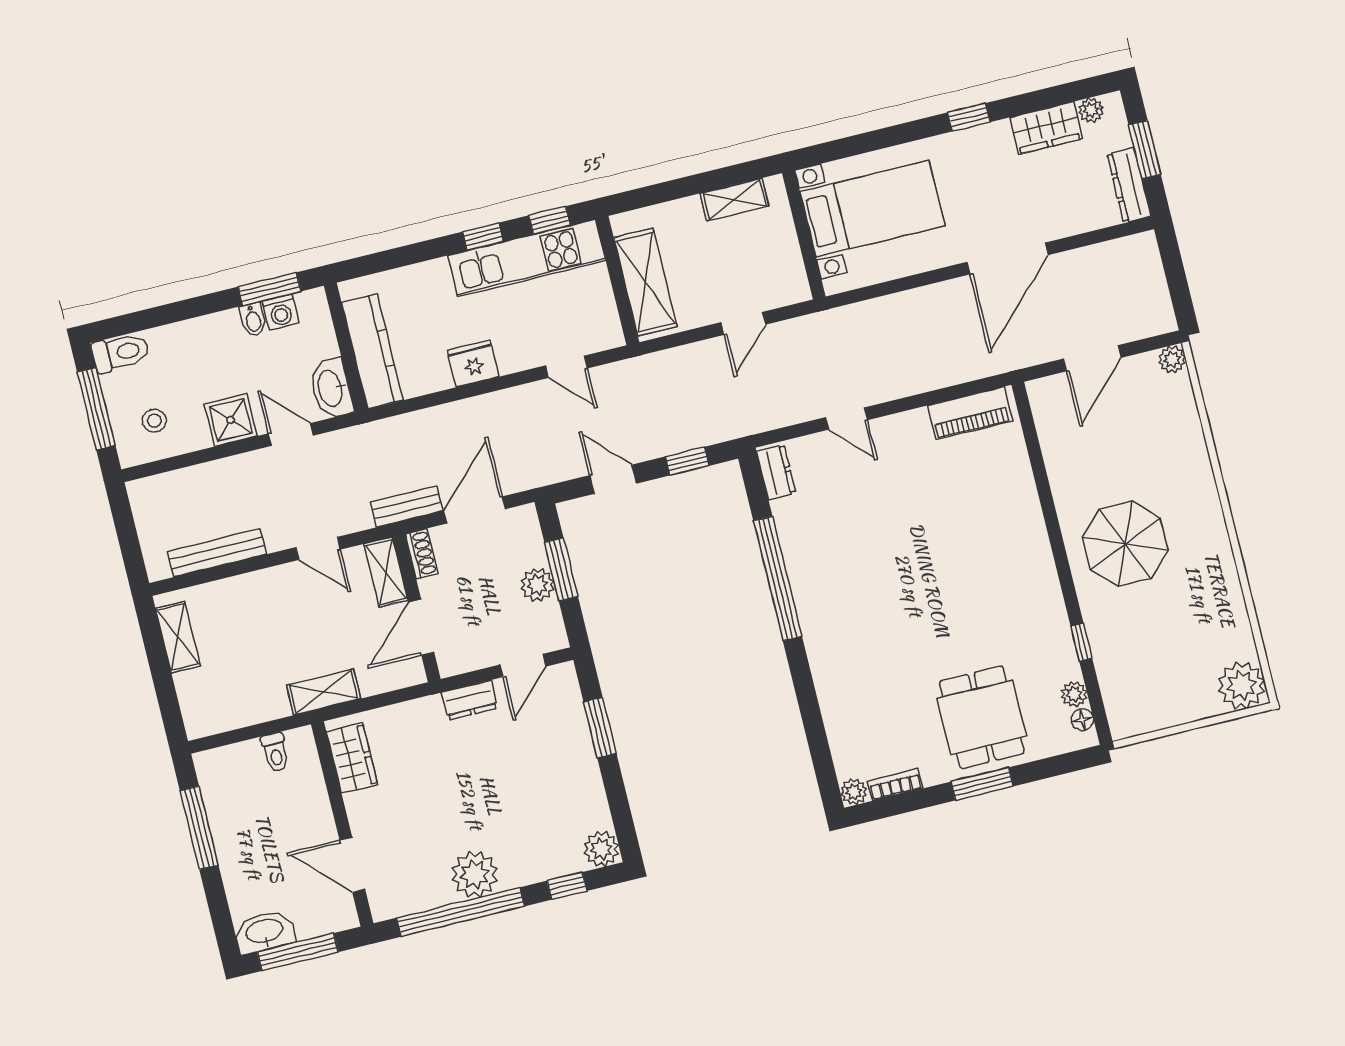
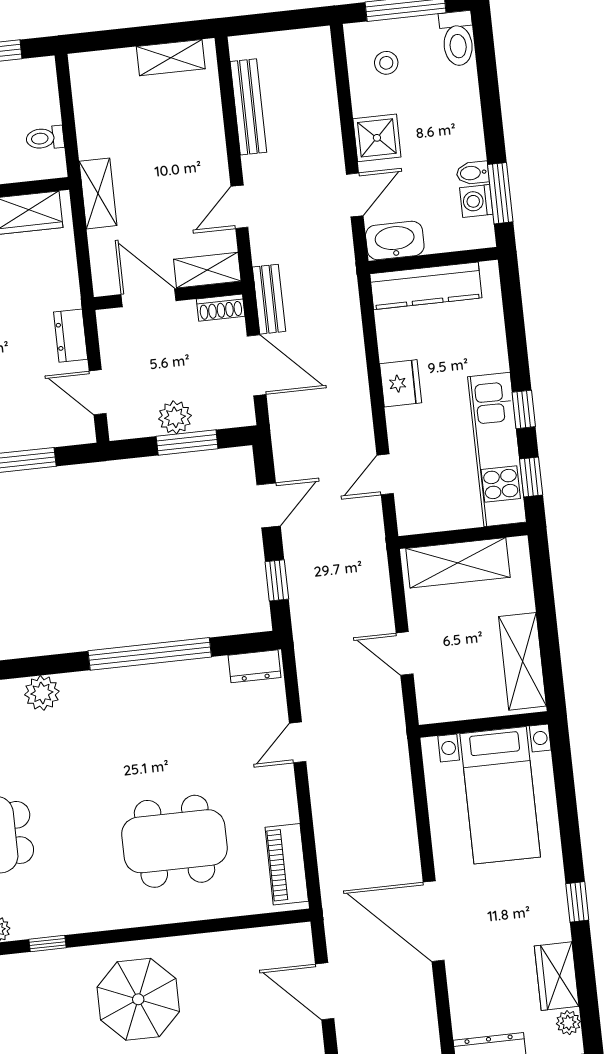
shelving: (734, 200) -> (522, 661), width x1.50, depth x1.33
dining table: (962, 529) -> (174, 841), added
plant: (831, 681) -> (42, 693), added

